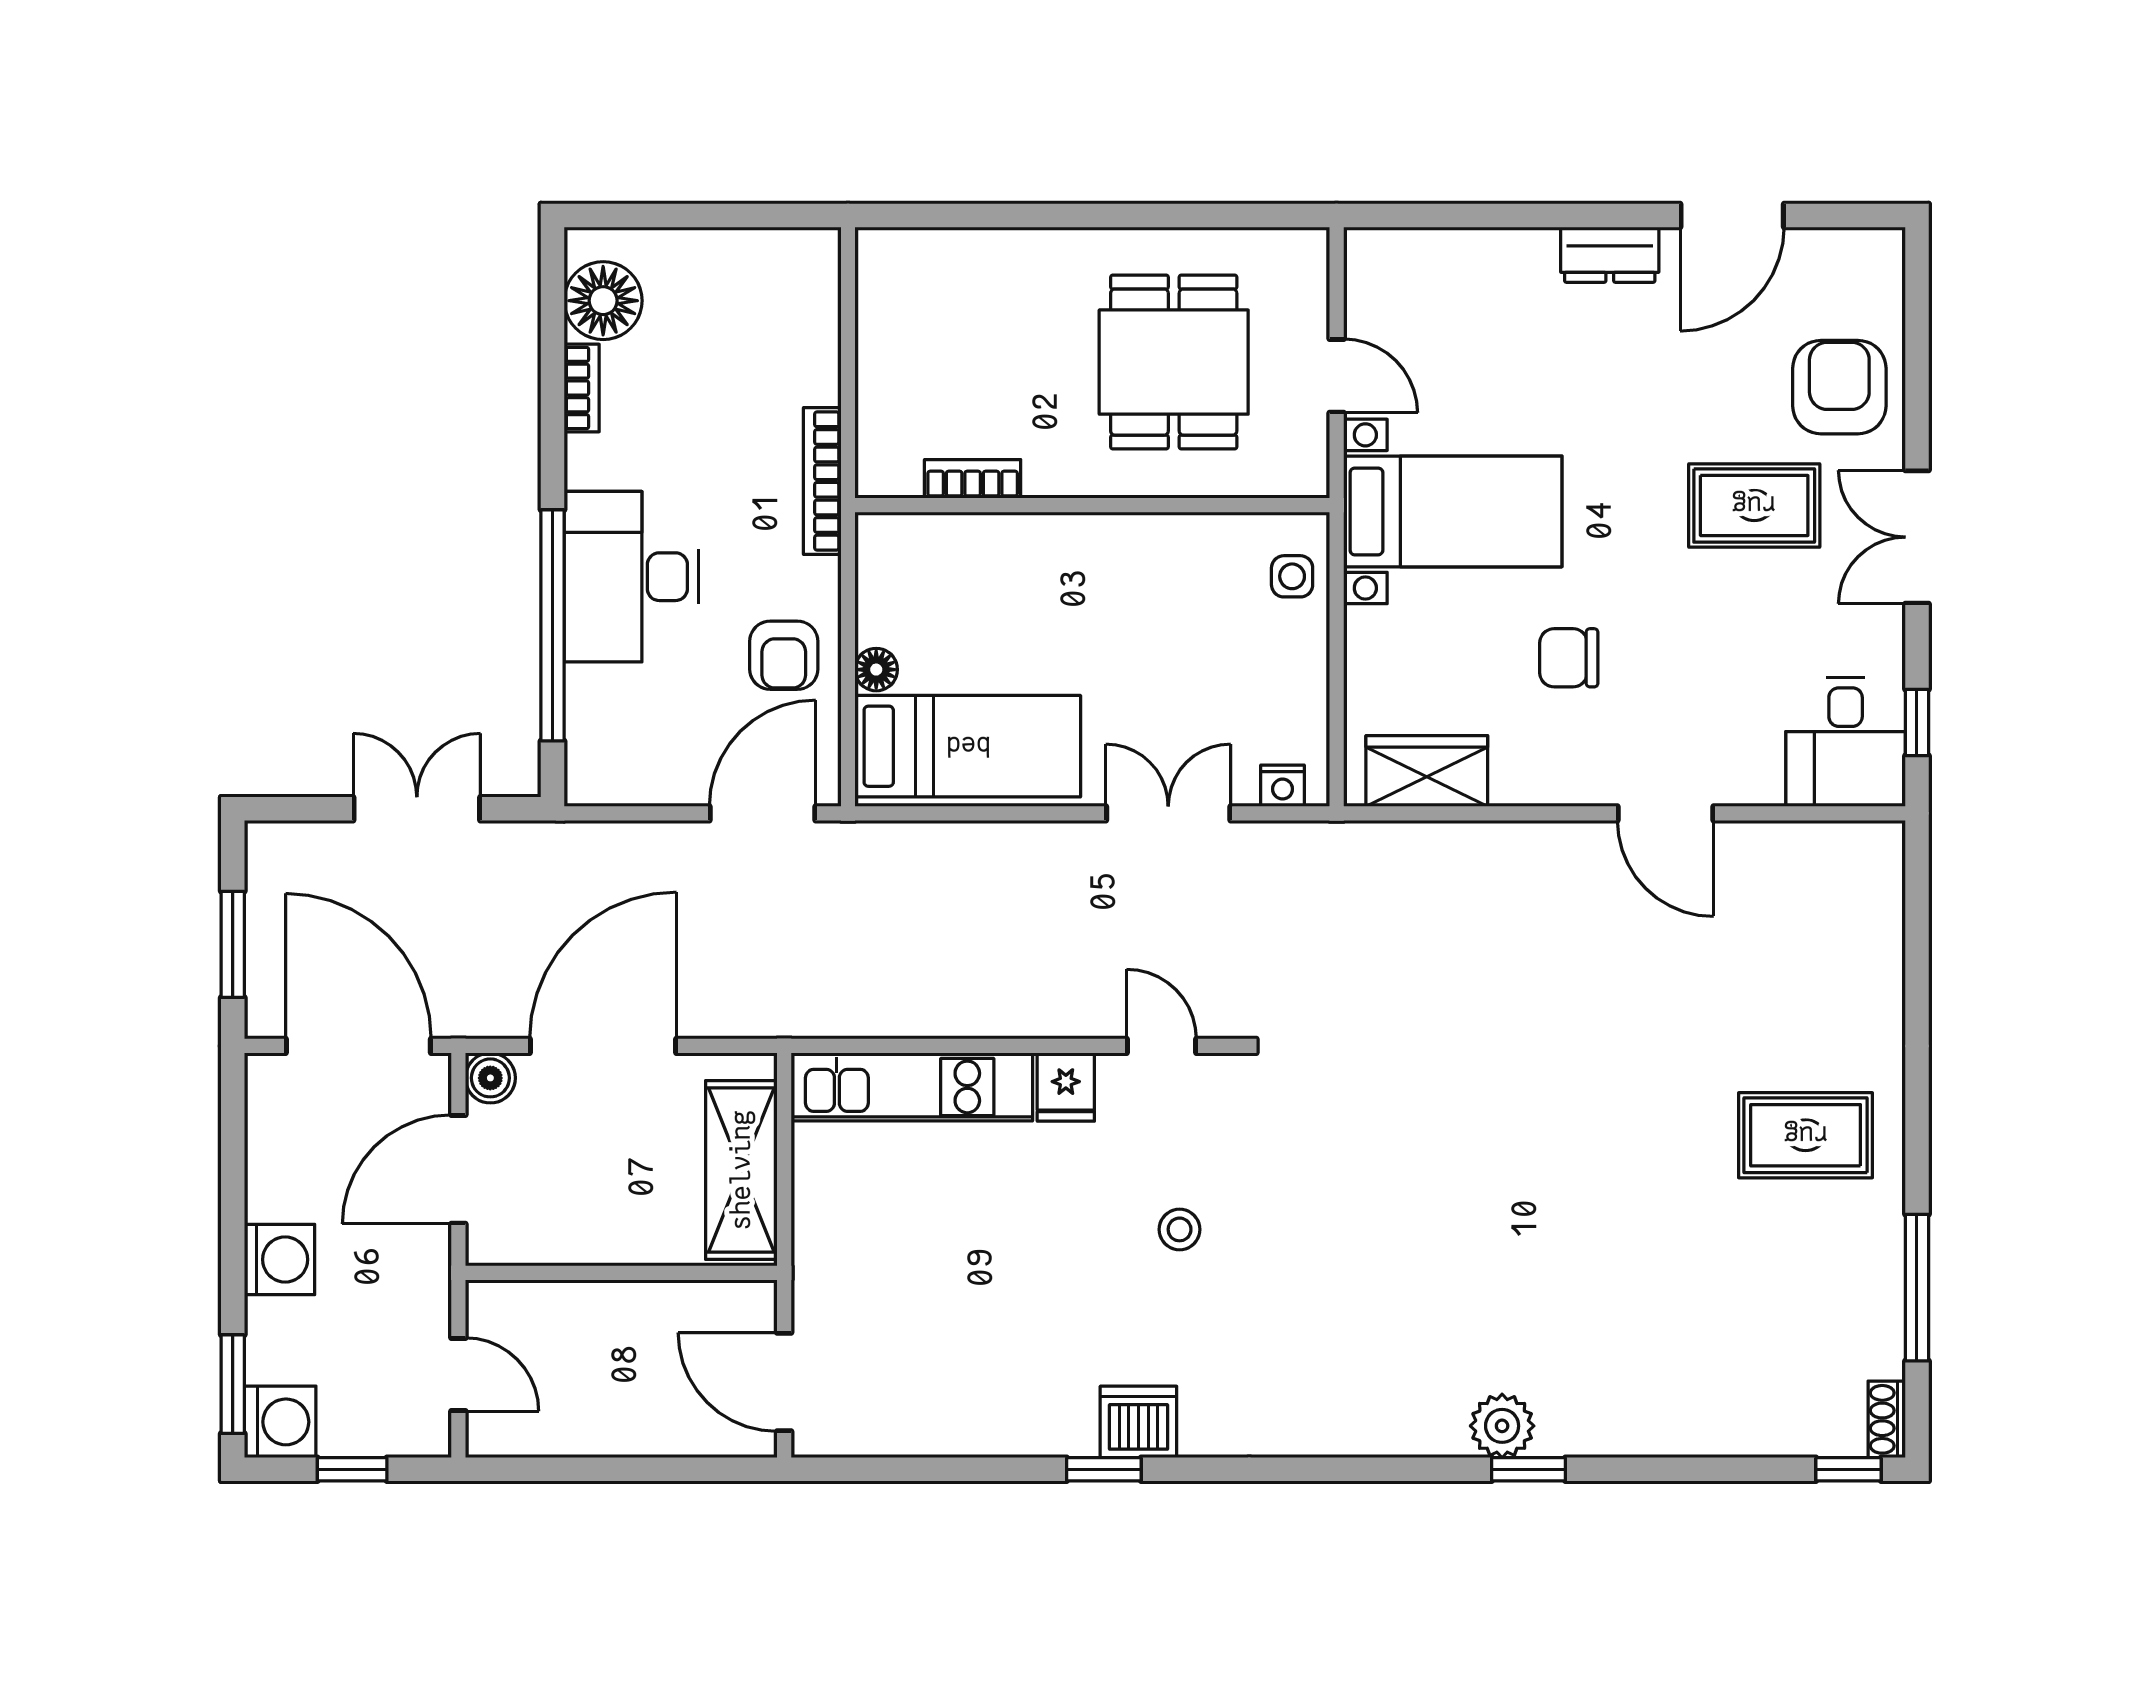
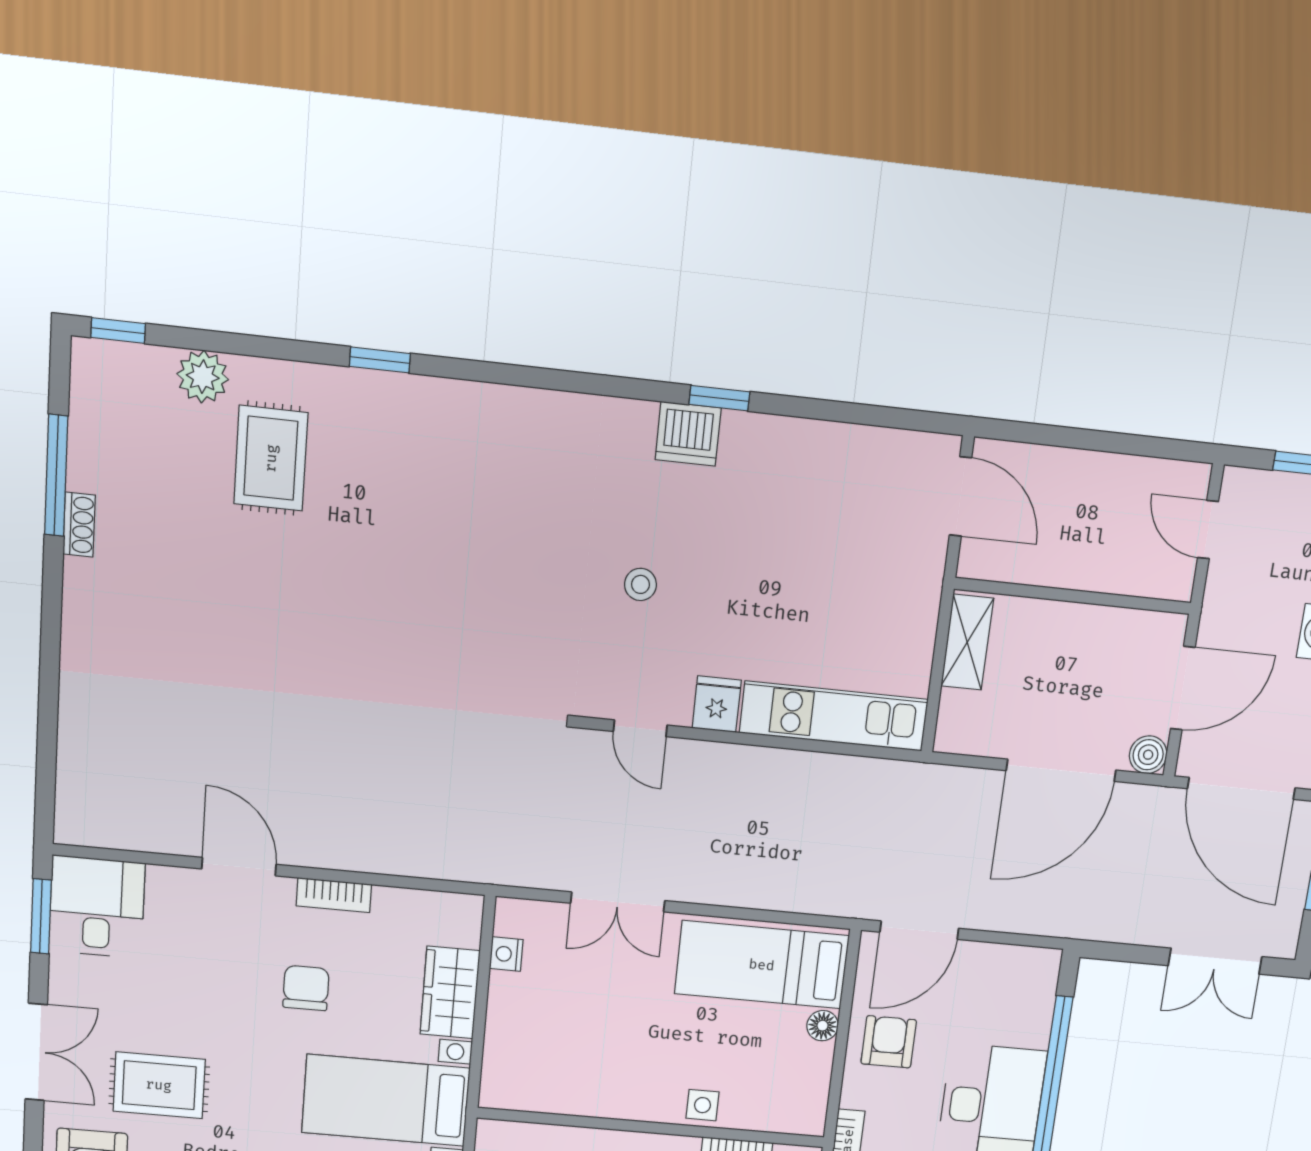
side table: (1292, 576) -> (703, 1105), moved
chair: (1569, 658) -> (306, 988), turned -90
window: (1917, 722) -> (41, 916), width x1.50
wardrobe: (1427, 771) -> (450, 992), moved, turned 90
nightstand: (1283, 786) -> (506, 954), moved, turned -90
bookcase: (1540, 787) -> (334, 895), added
double door: (417, 809) -> (1215, 961), moved
rug: (1806, 1135) -> (271, 458), moved, turned 90
shelving: (741, 1170) -> (967, 642), width x0.67, depth x0.75
shoe rack: (1887, 1419) -> (79, 525), moved
plant: (1502, 1426) -> (203, 377), moved

